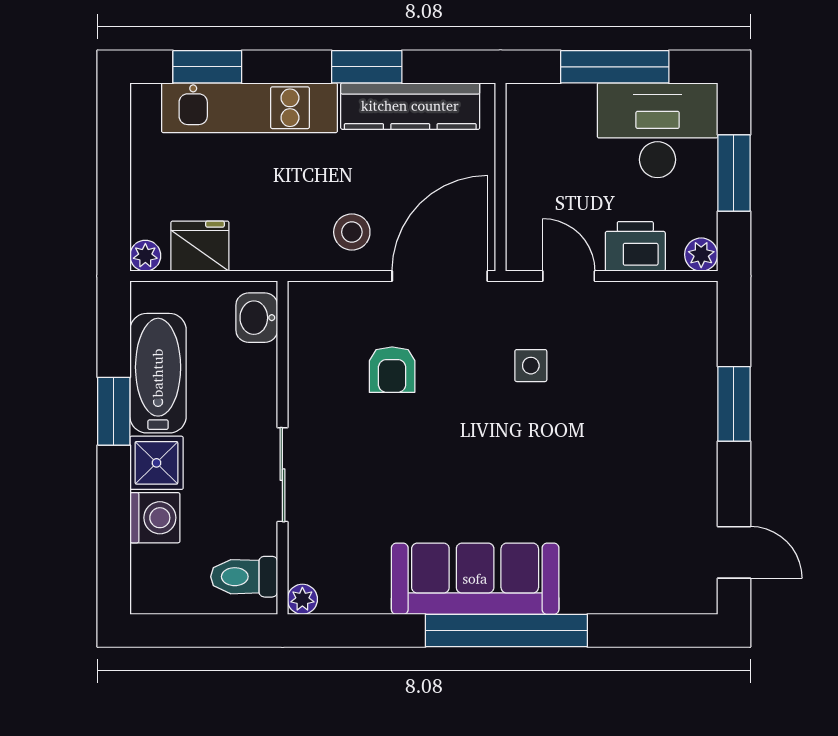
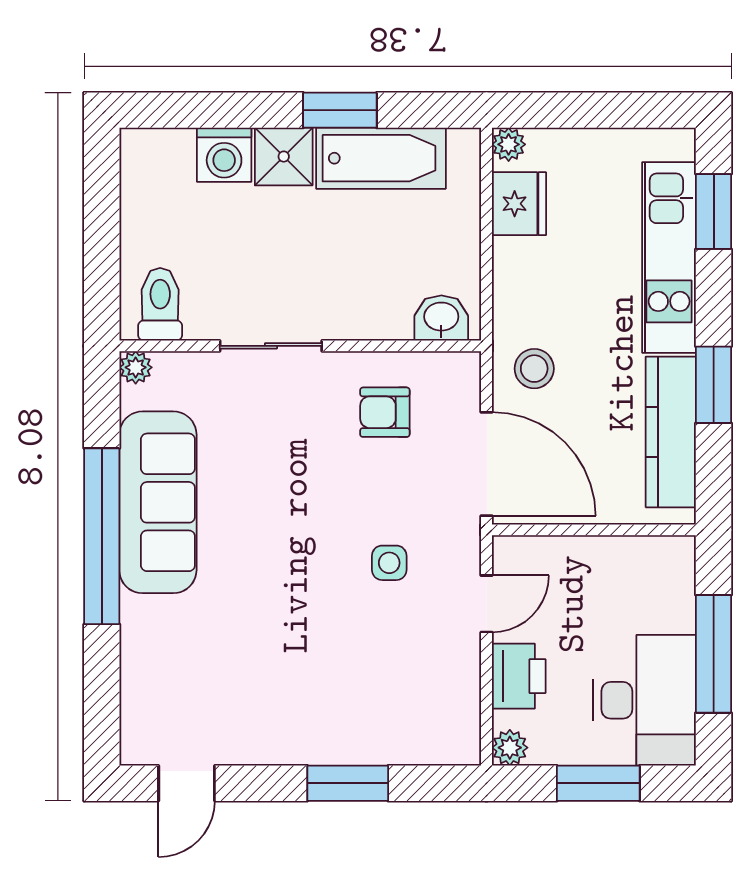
washbasin: (257, 318) -> (441, 318), moved
wall: (282, 448) -> (300, 346), moved
sliding door: (282, 475) -> (271, 346), moved
toilet: (244, 577) -> (160, 304), moved
plant: (302, 599) -> (136, 367), moved

